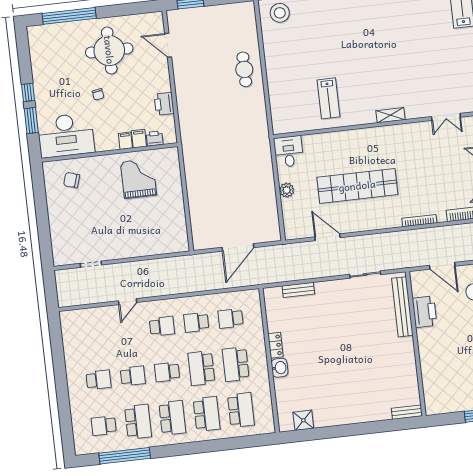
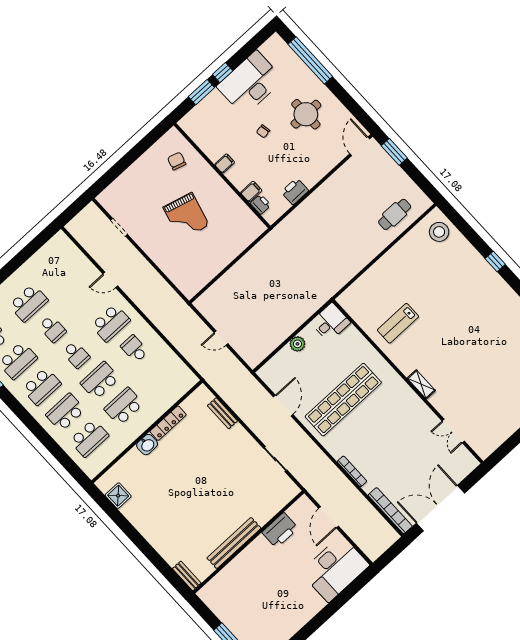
door: (168, 45) -> (360, 146), moved
round table: (109, 50) -> (306, 114), width x0.73, depth x0.73
cafe table: (244, 69) -> (395, 214), moved
desk: (66, 135) -> (250, 83), moved, turned 90
filing cabinet: (125, 141) -> (225, 163), moved
grand piano: (139, 179) -> (186, 216), moved, turned 105
shop shelf: (357, 186) -> (343, 400), turned 90
door: (238, 247) -> (221, 338), width x0.53
bench: (402, 307) -> (234, 543), moved
school desk: (231, 318) -> (158, 375), removed
school desk: (162, 326) -> (111, 323), width x1.85
locker: (275, 345) -> (168, 423), width x1.53
school desk: (167, 372) -> (76, 355), turned 180
school desk: (99, 380) -> (29, 303), width x1.85
school desk: (207, 414) -> (65, 412), turned 180

